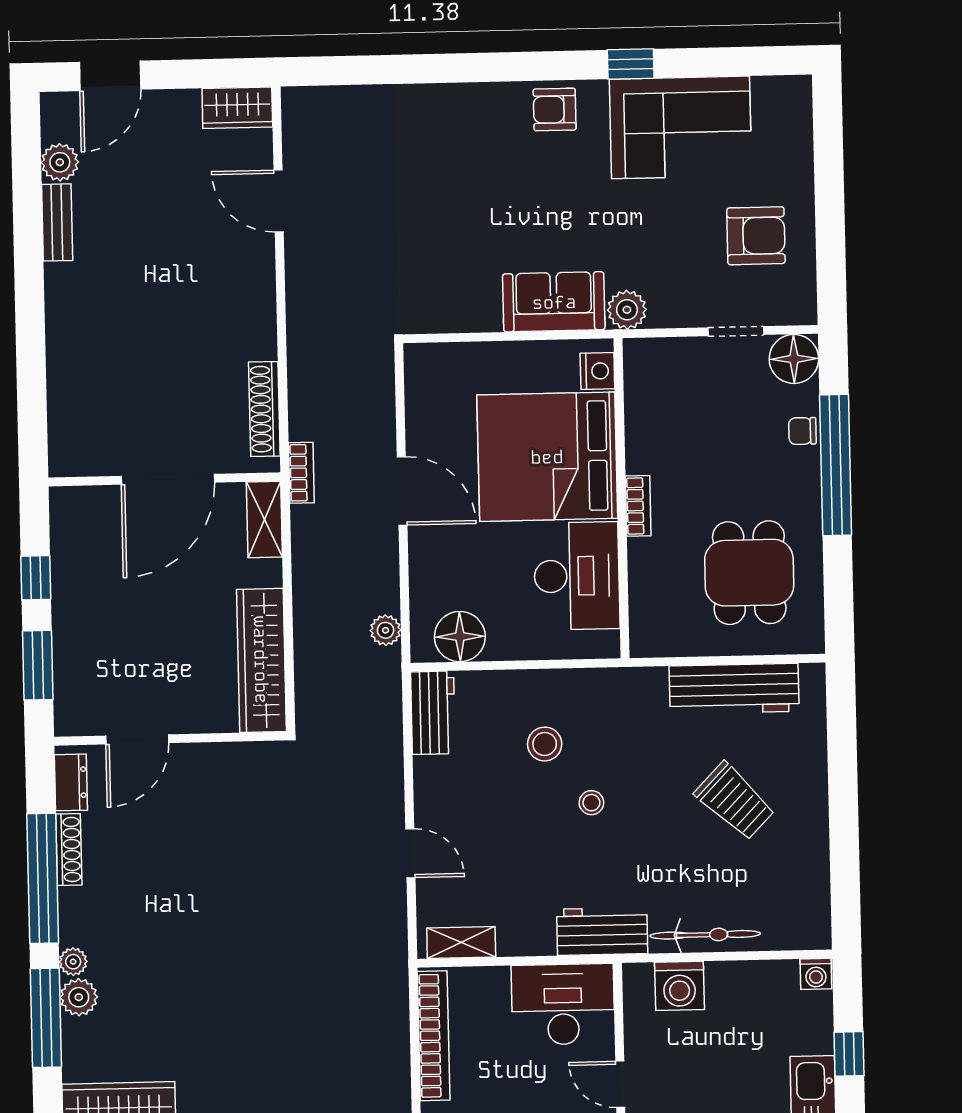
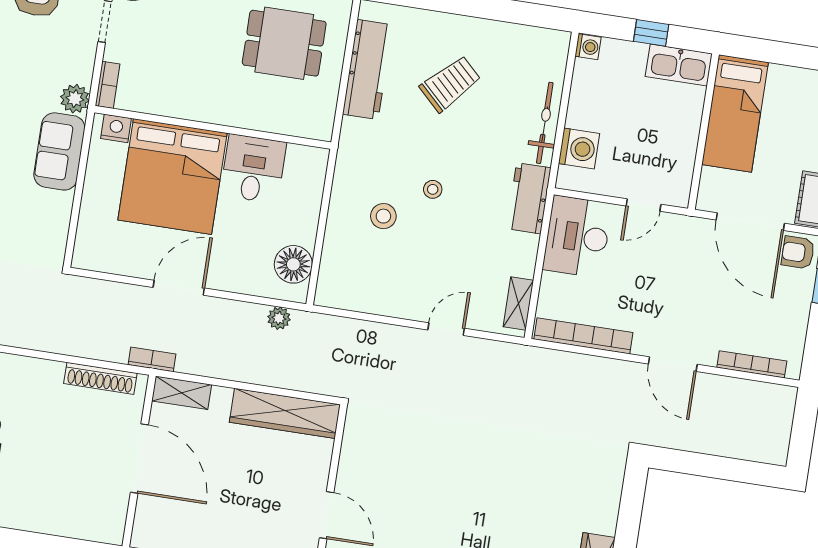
bookcase: (638, 506) -> (108, 85), moved, turned 90
desk: (577, 576) -> (253, 169), width x0.73
workbench: (433, 713) -> (346, 294), removed

